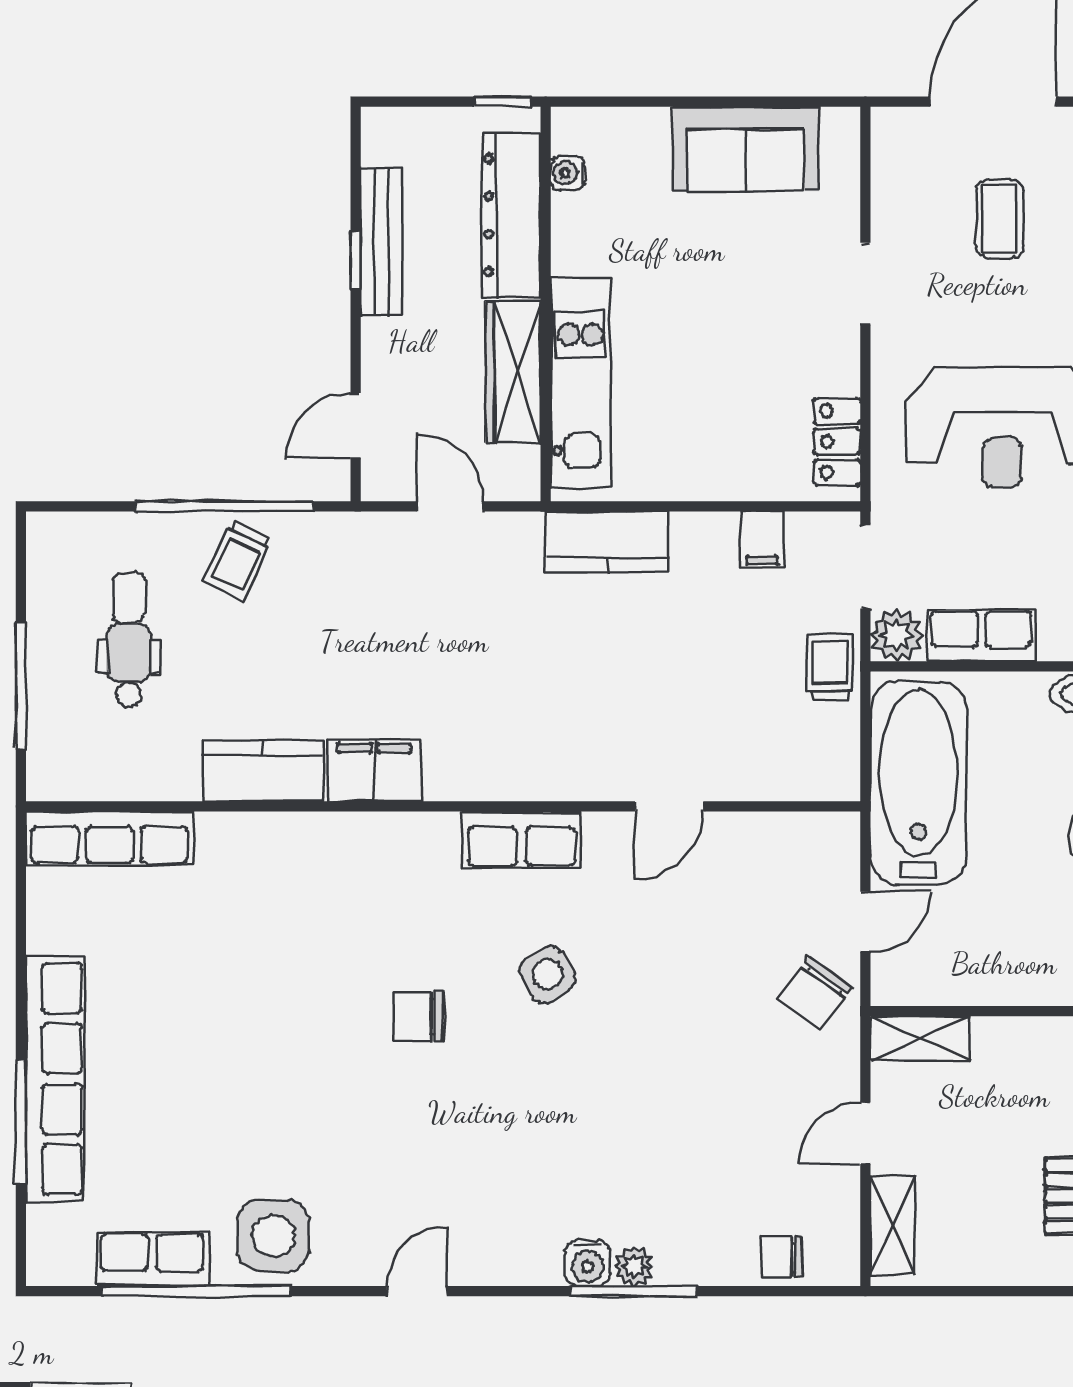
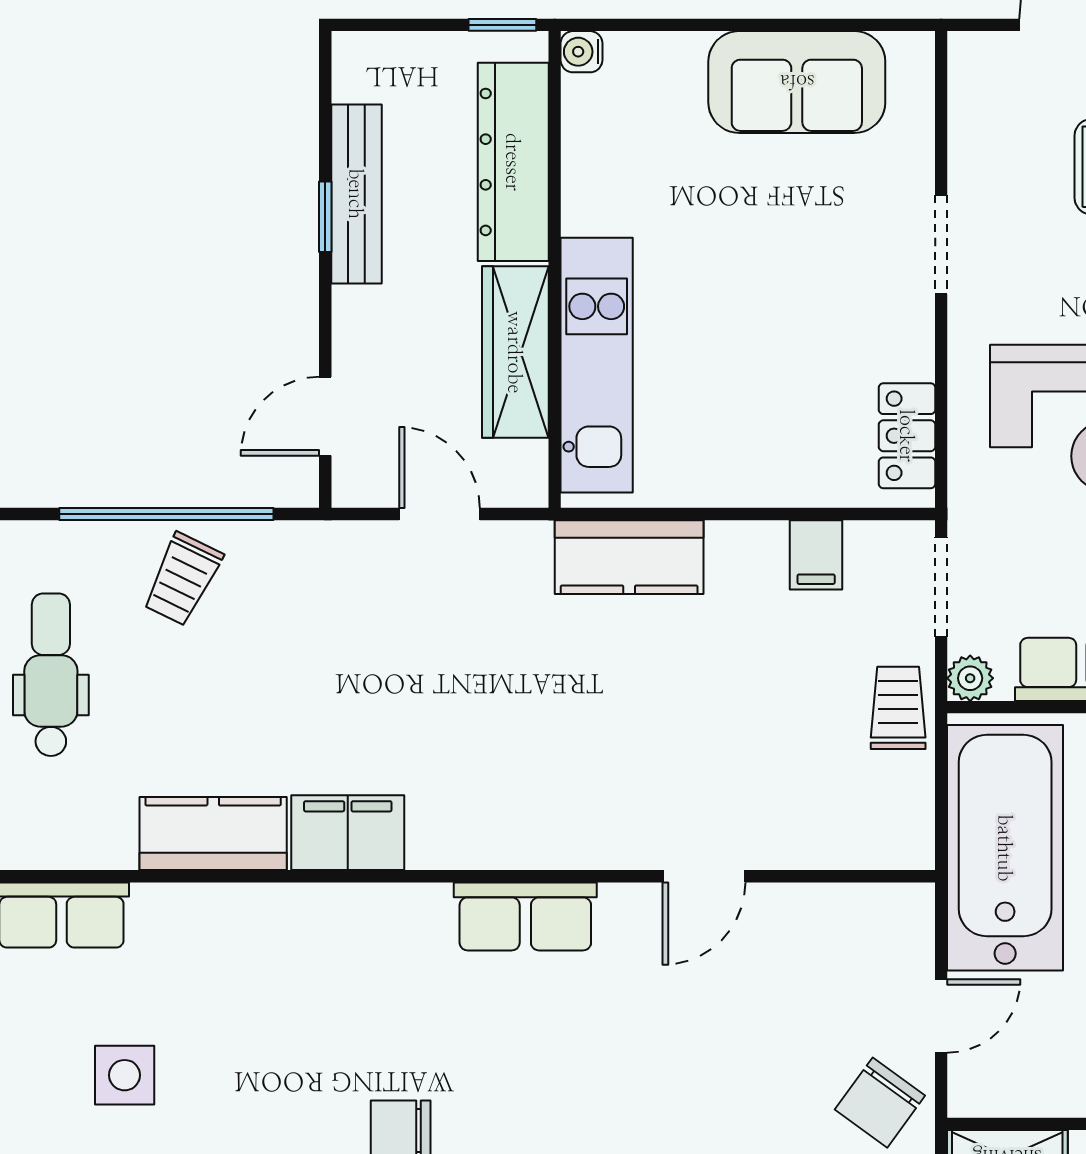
water cooler: (568, 173) -> (581, 52), moved
plant: (897, 635) -> (970, 678), width x0.73, depth x0.73
side table: (548, 974) -> (125, 1075), moved, turned 30

